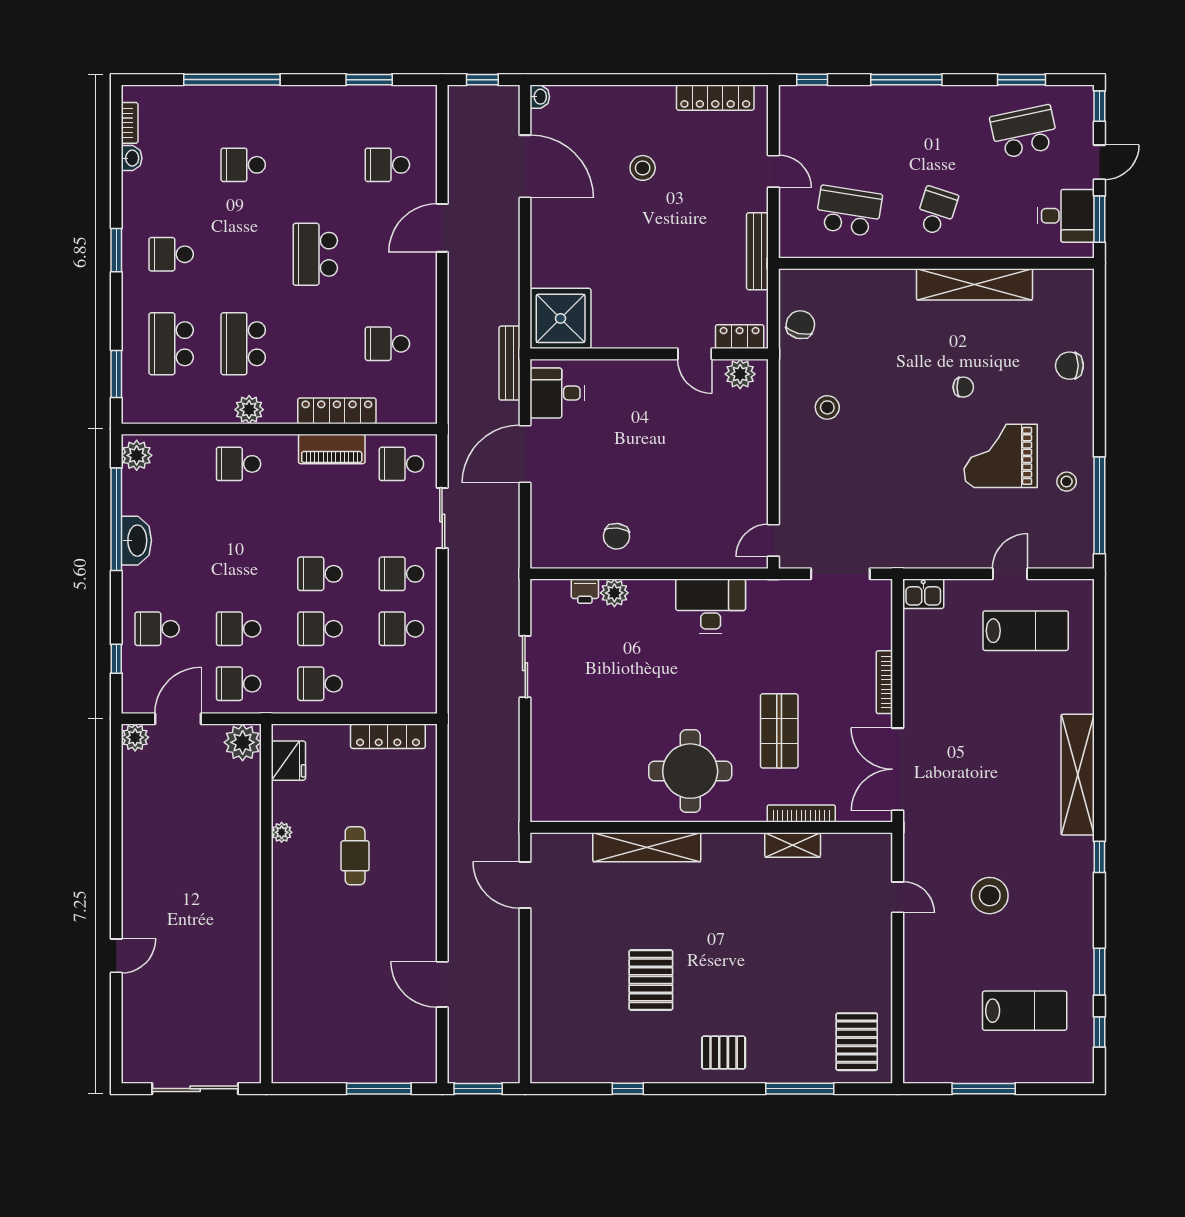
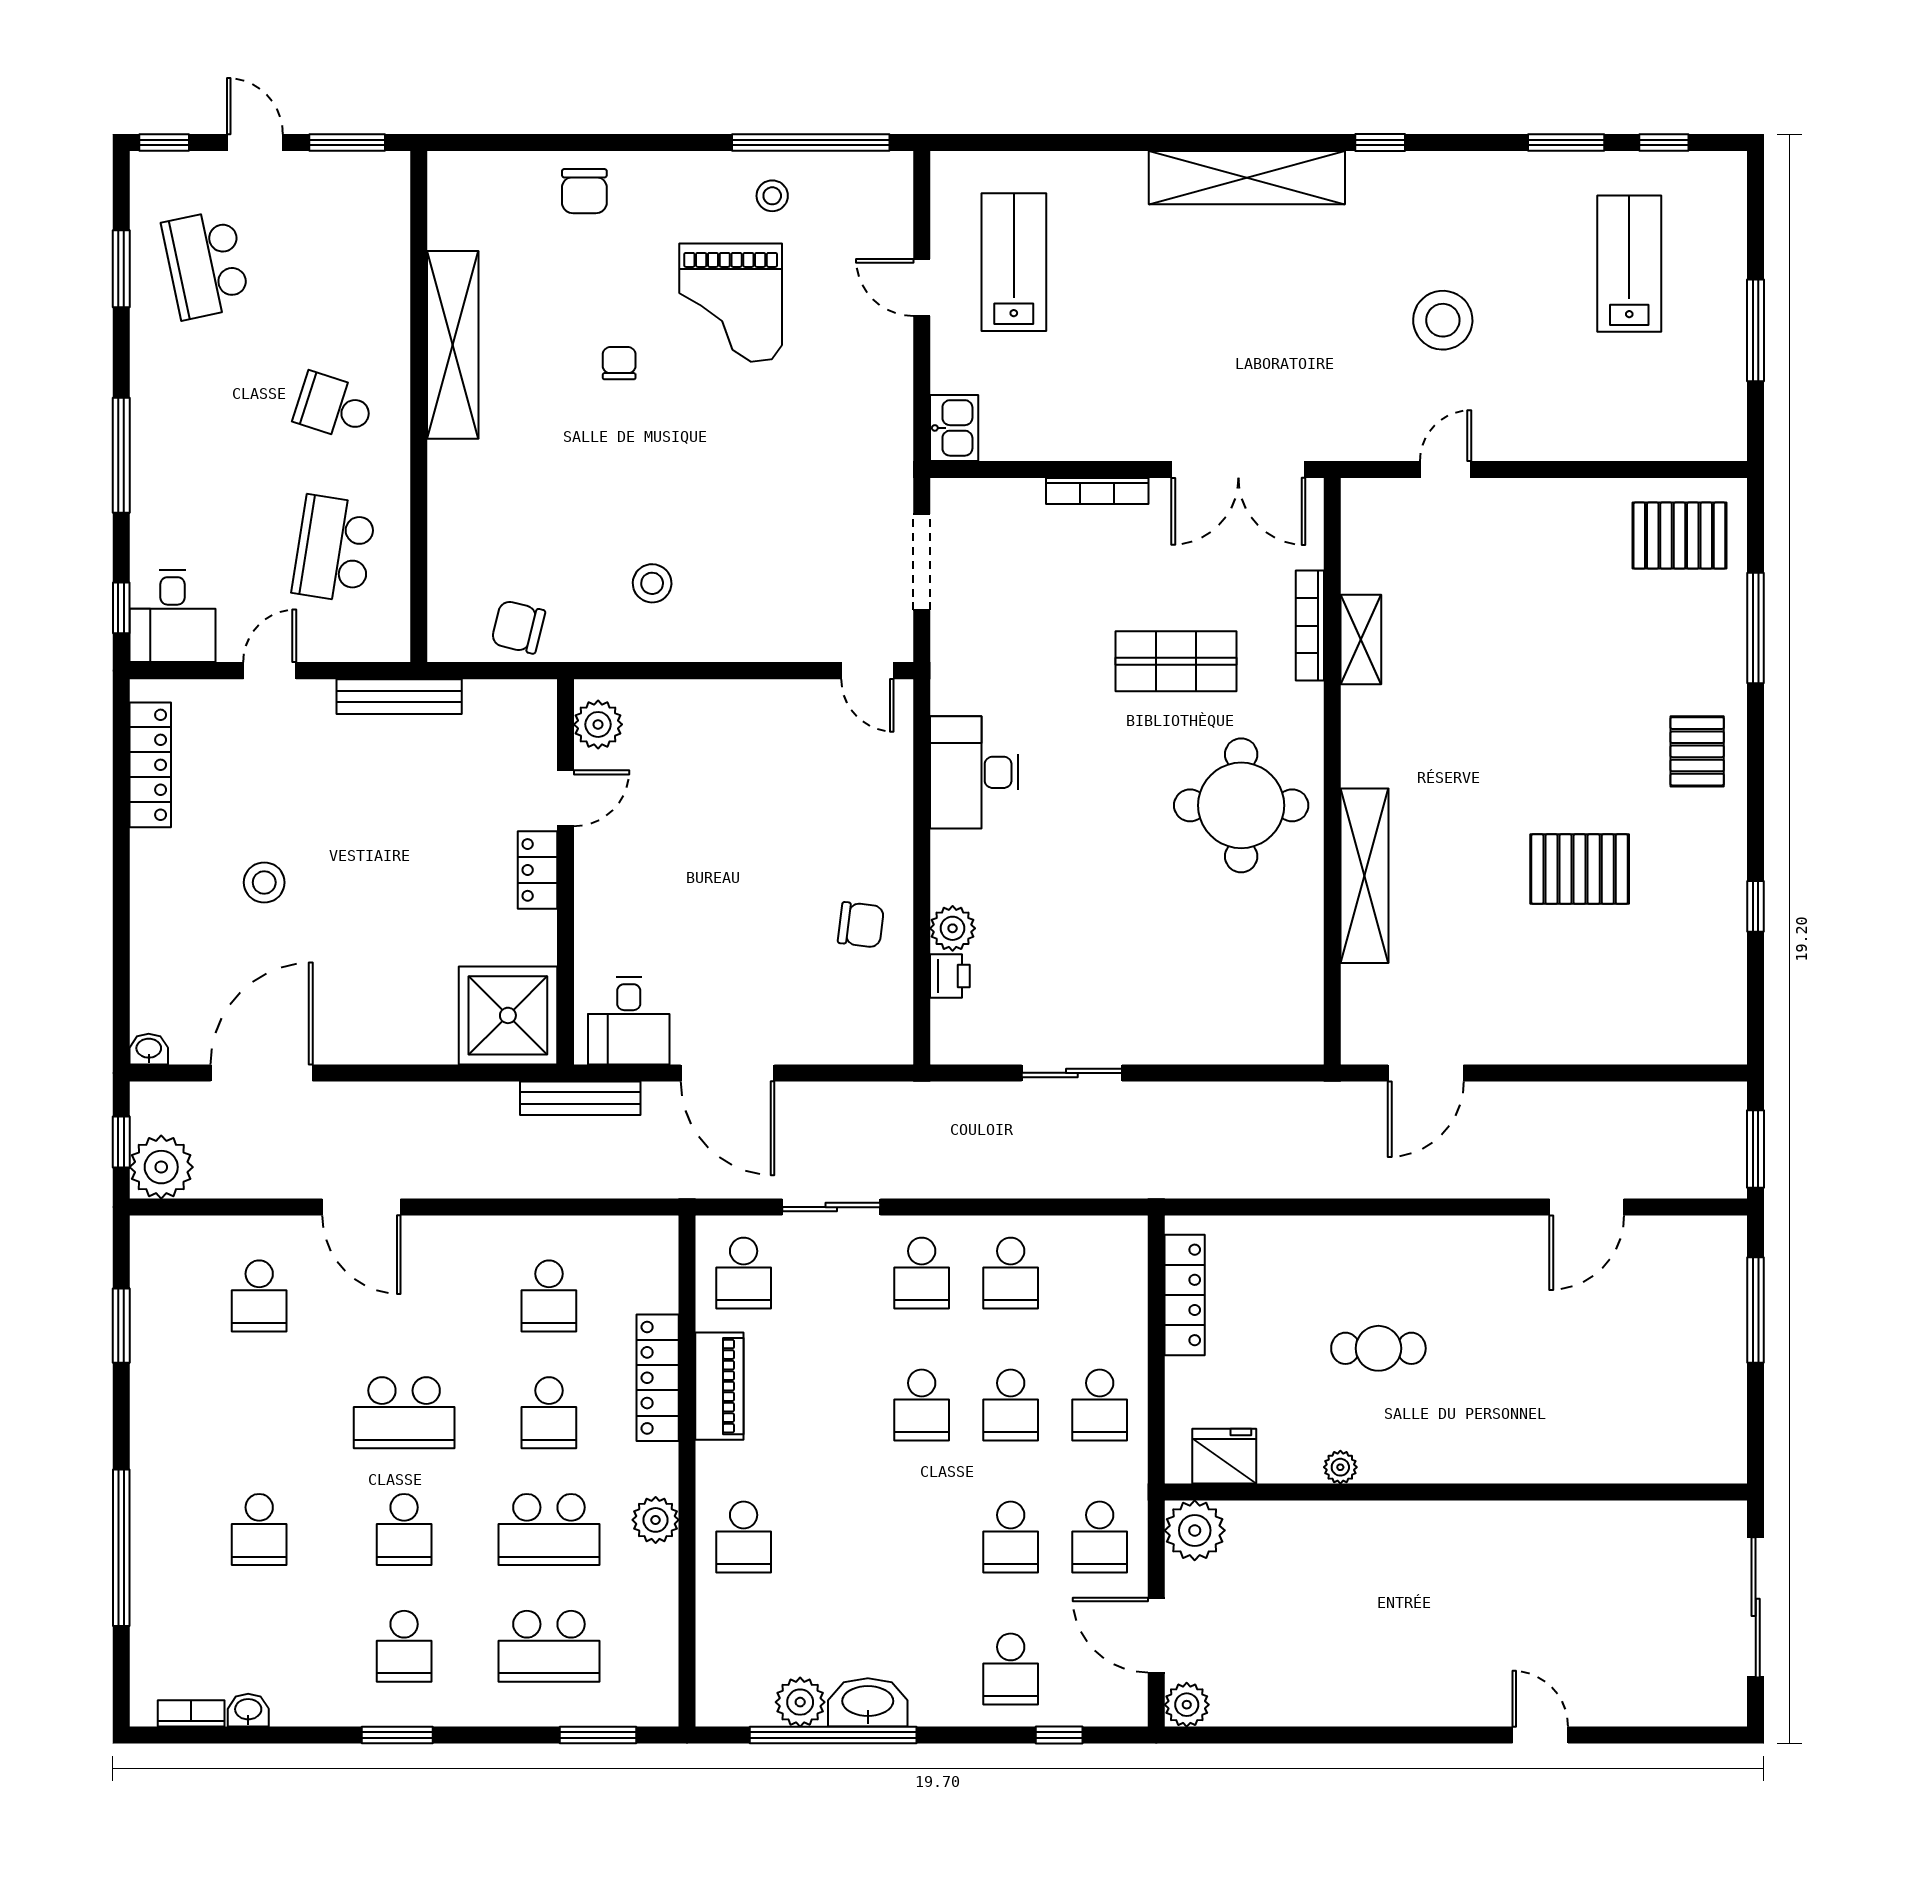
plant: (467, 104) -> (161, 1167), added
desk: (1066, 216) -> (173, 616), moved, turned 180
school desk: (243, 254) -> (404, 1529), added
locker: (740, 337) -> (537, 870), moved
school desk: (315, 344) -> (549, 1413), added
plant: (137, 455) -> (800, 1702), moved

